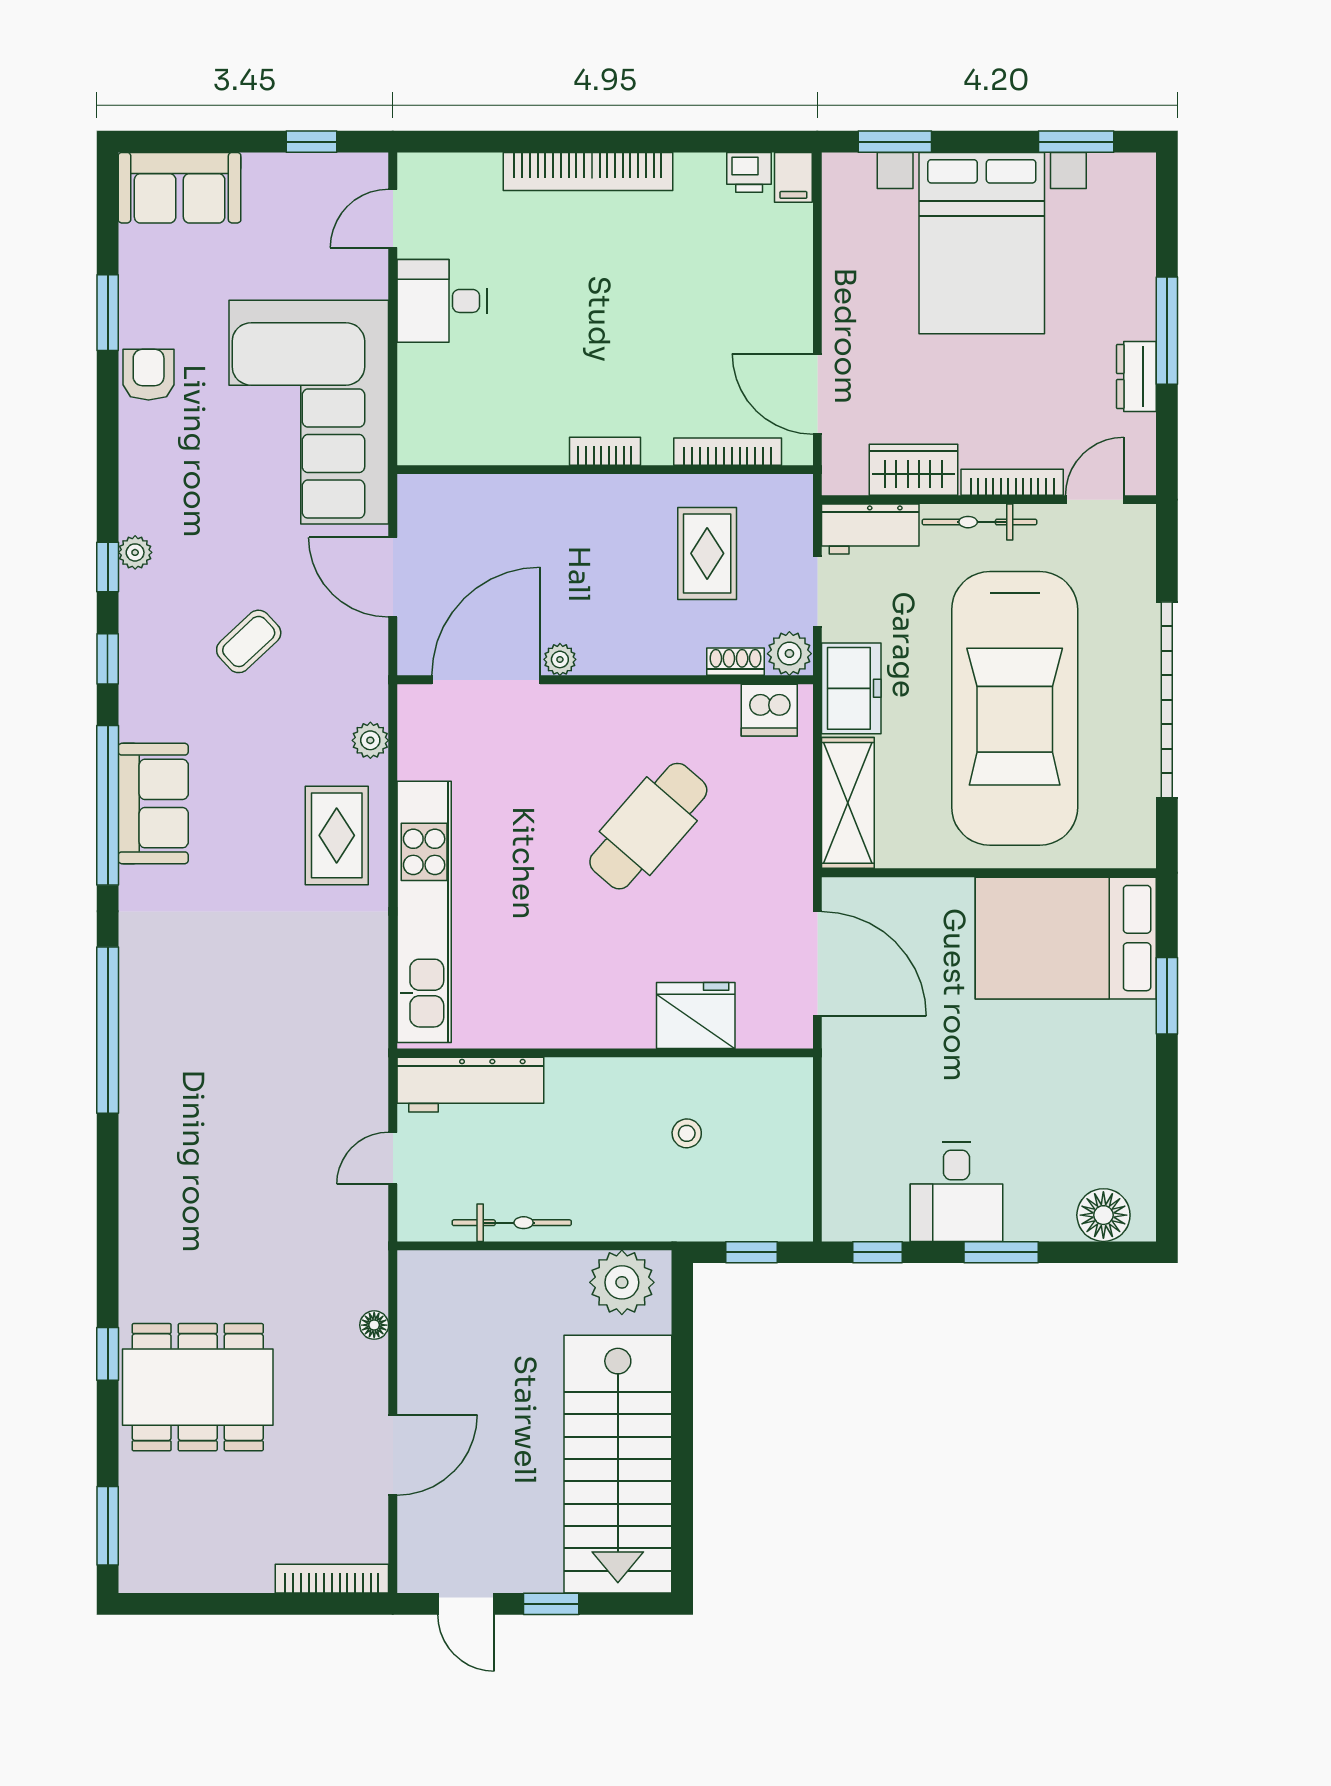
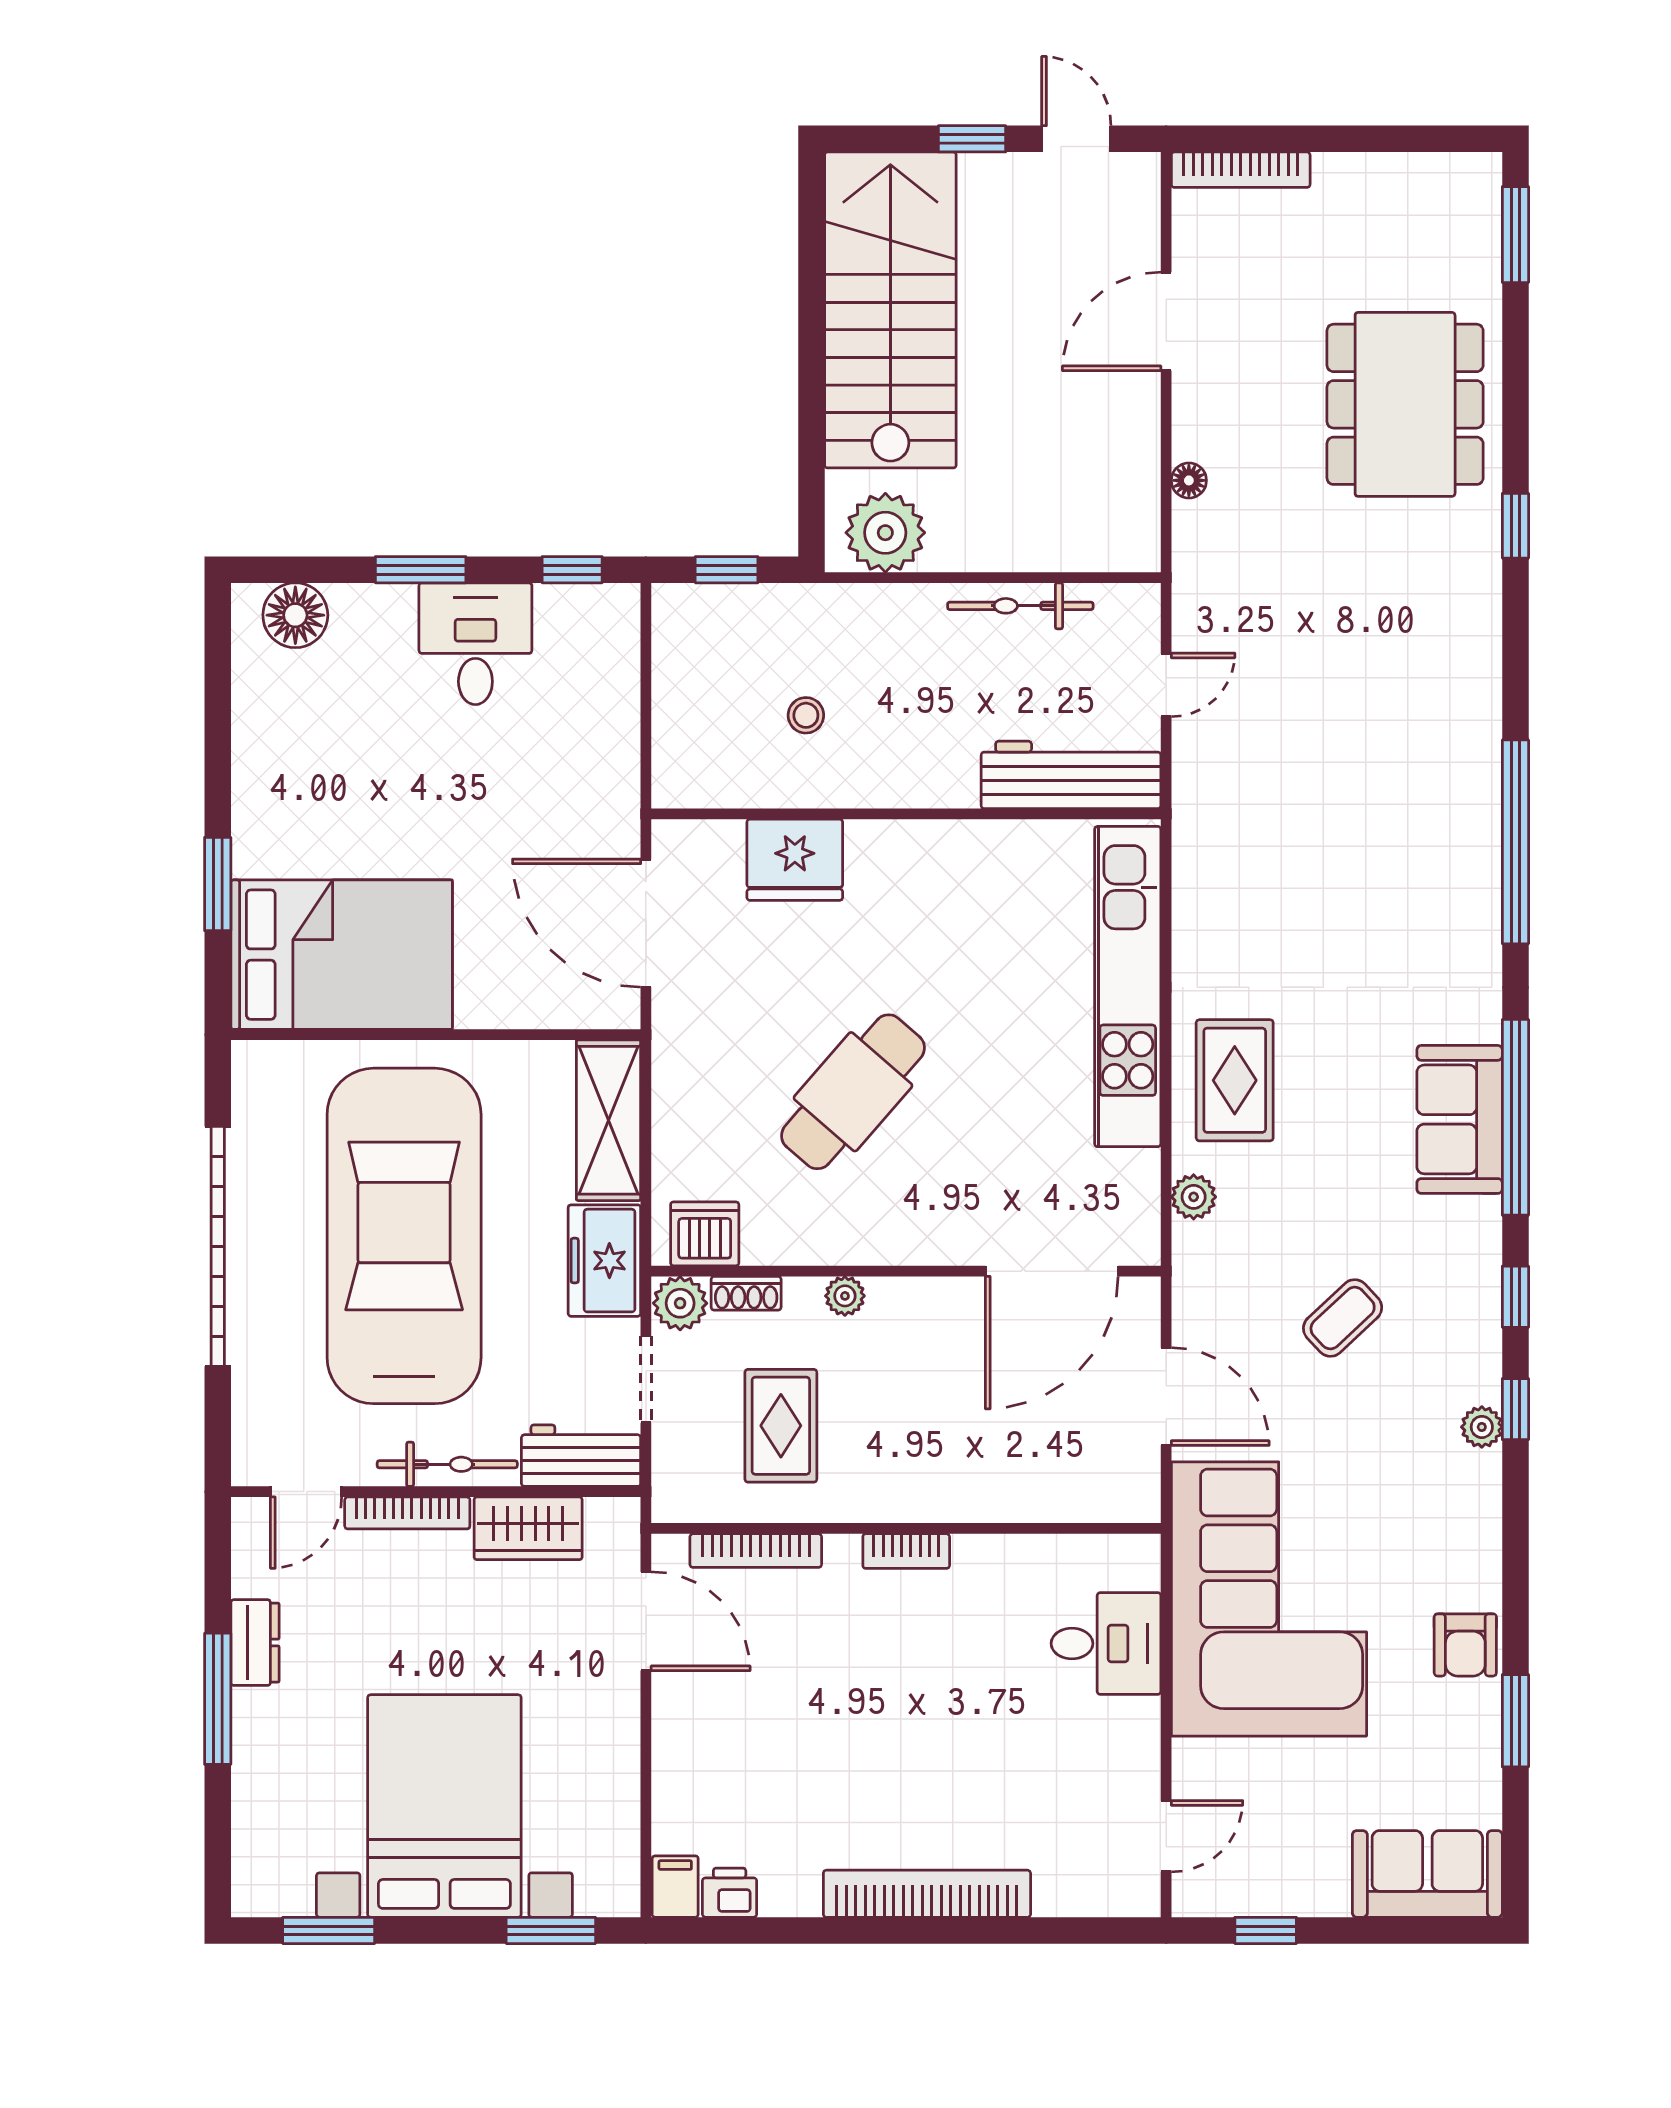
desk: (442, 301) -> (1106, 1643), moved
plant: (560, 659) -> (845, 1296), moved
window: (108, 1354) -> (1515, 526), moved
dining table: (198, 1387) -> (1405, 404), turned 90

